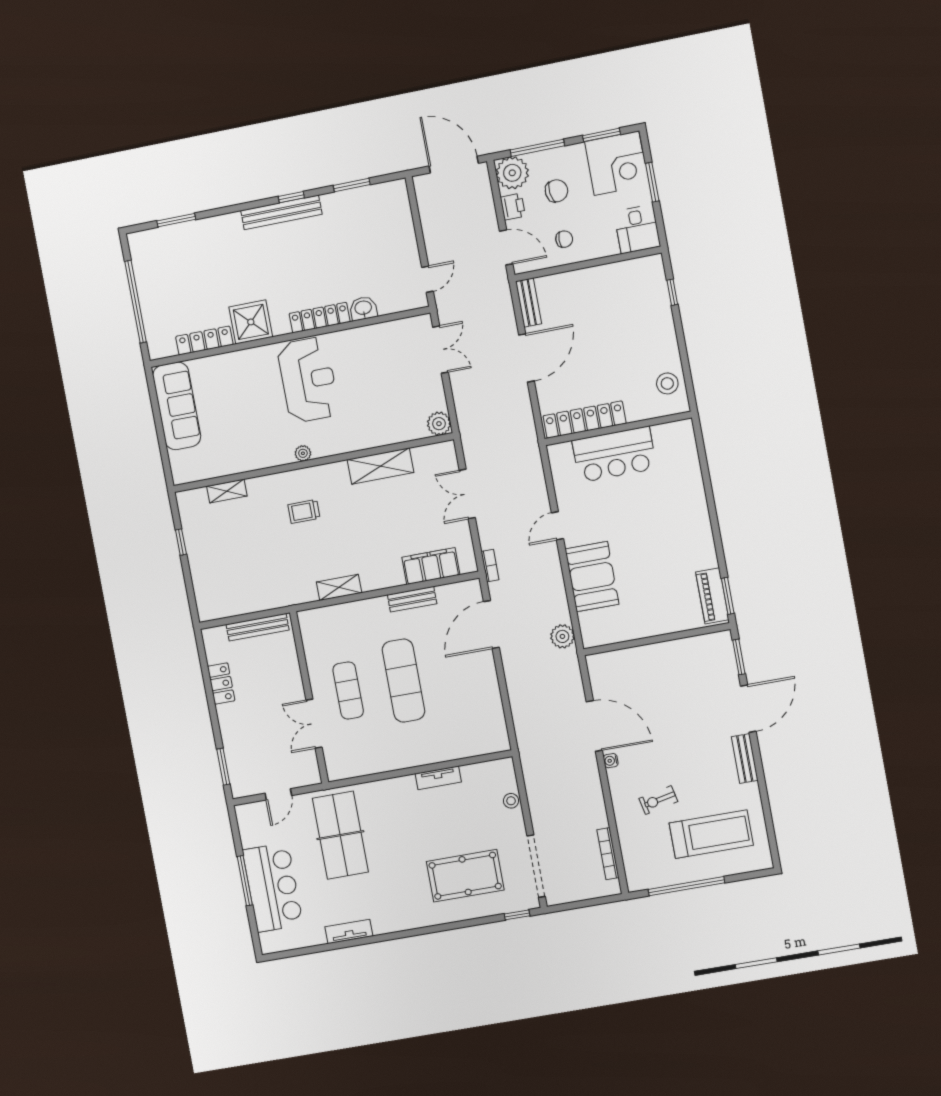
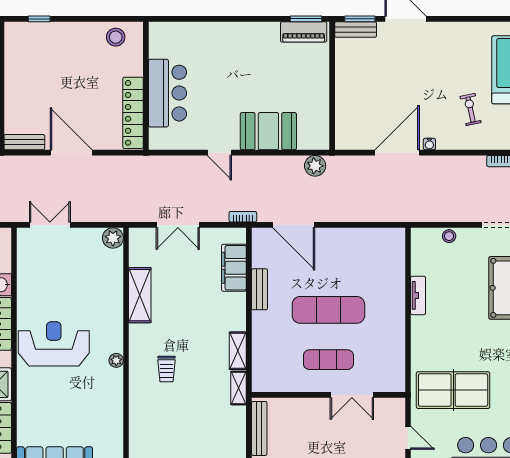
shelving: (227, 491) -> (239, 388), moved
bench: (745, 758) -> (356, 30), moved
exercise bike: (658, 800) -> (471, 109), turned 180

